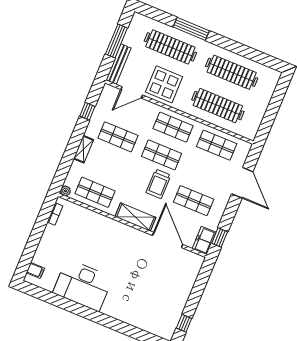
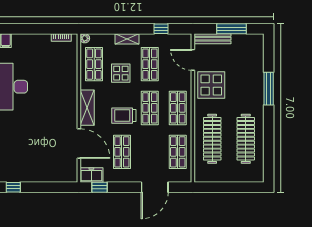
clothes rail: (170, 47) -> (246, 77), removed
display table: (115, 169) -> (121, 73), added
door: (168, 240) -> (79, 144), hinge flipped

